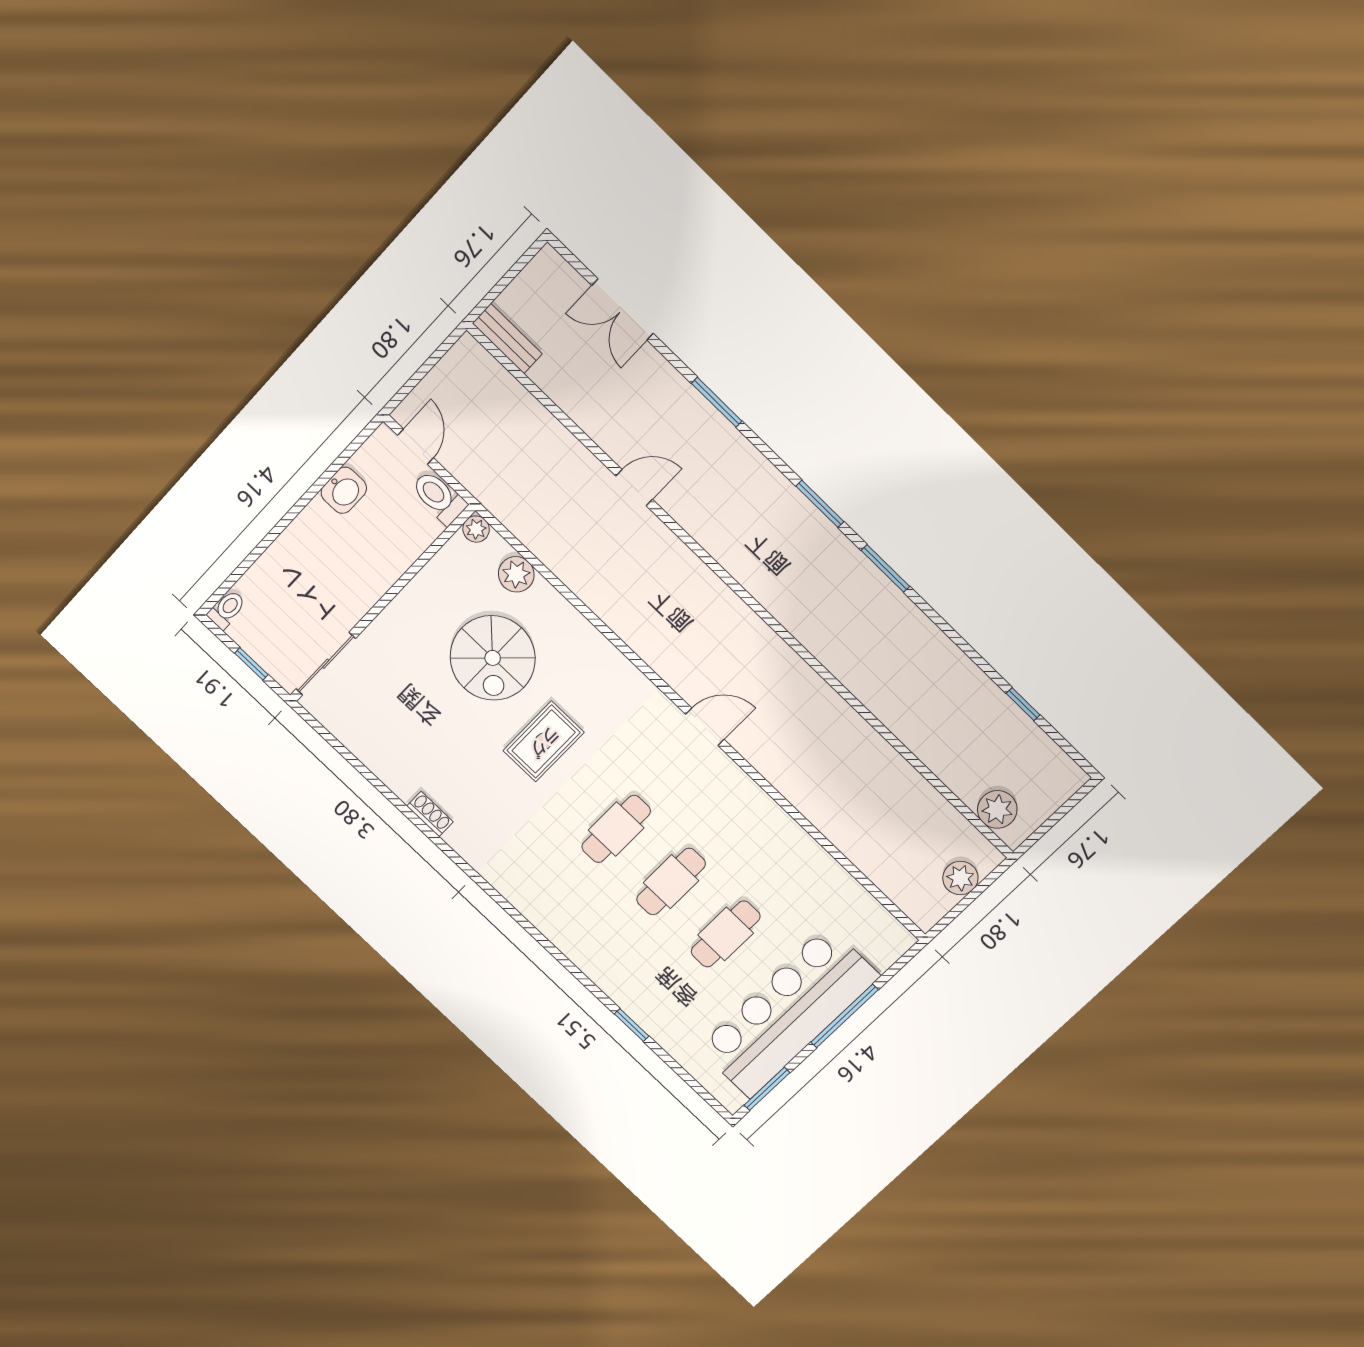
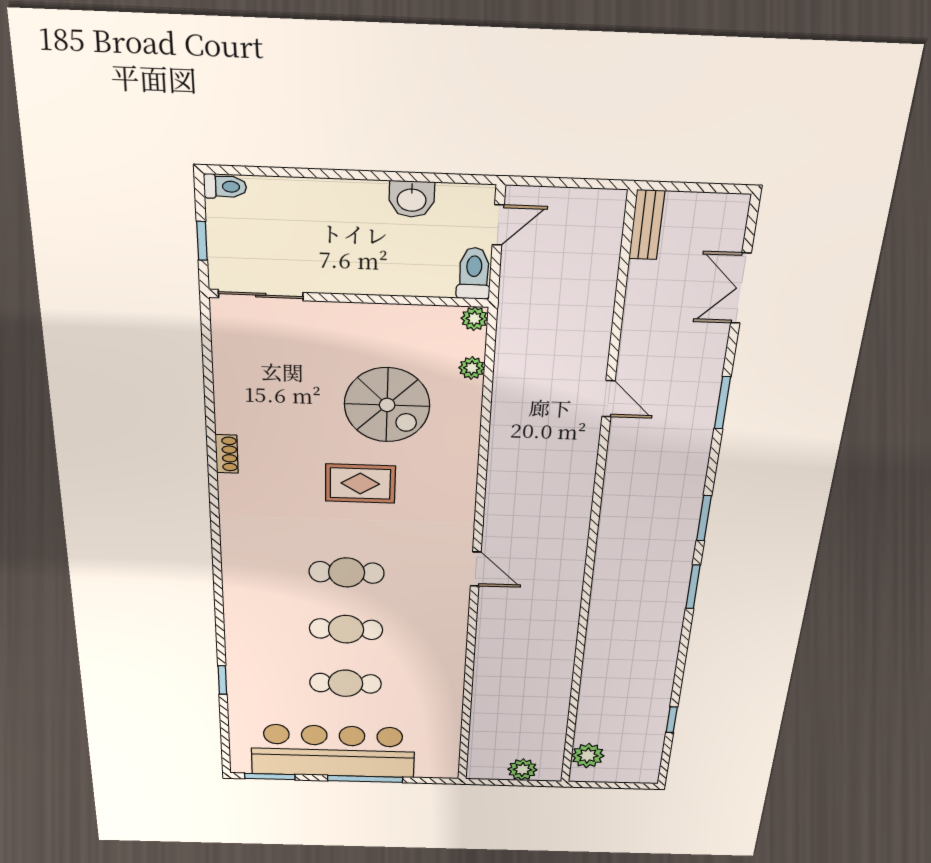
plant: (516, 574) -> (472, 368), width x0.73, depth x0.73
spiral stairs: (493, 658) -> (387, 405), turned -90

